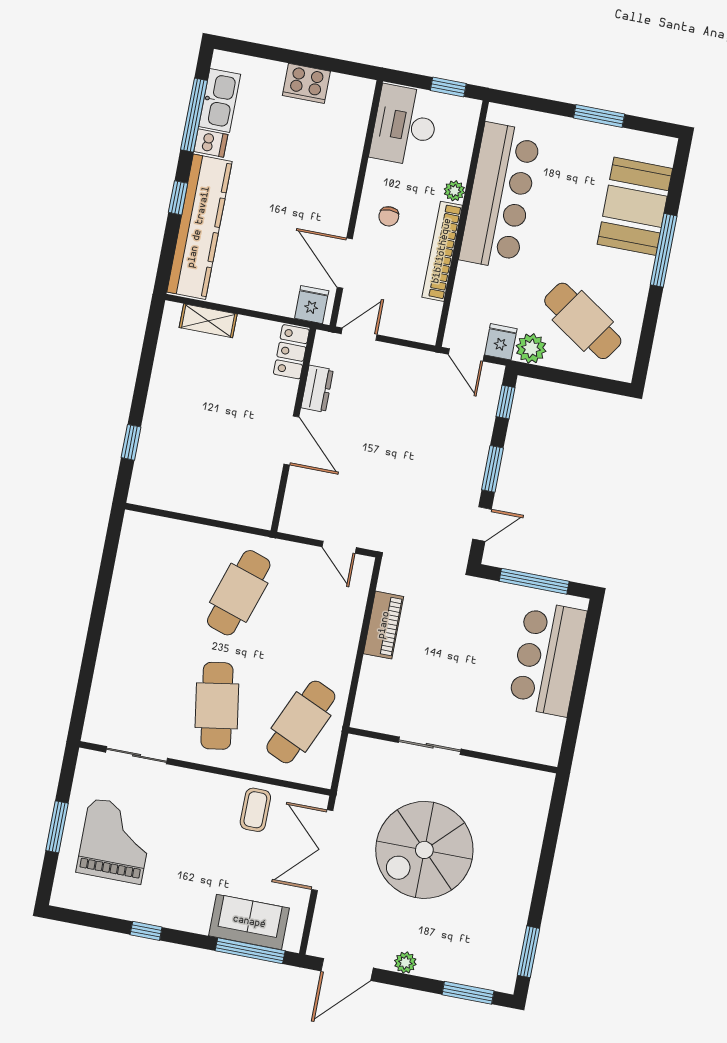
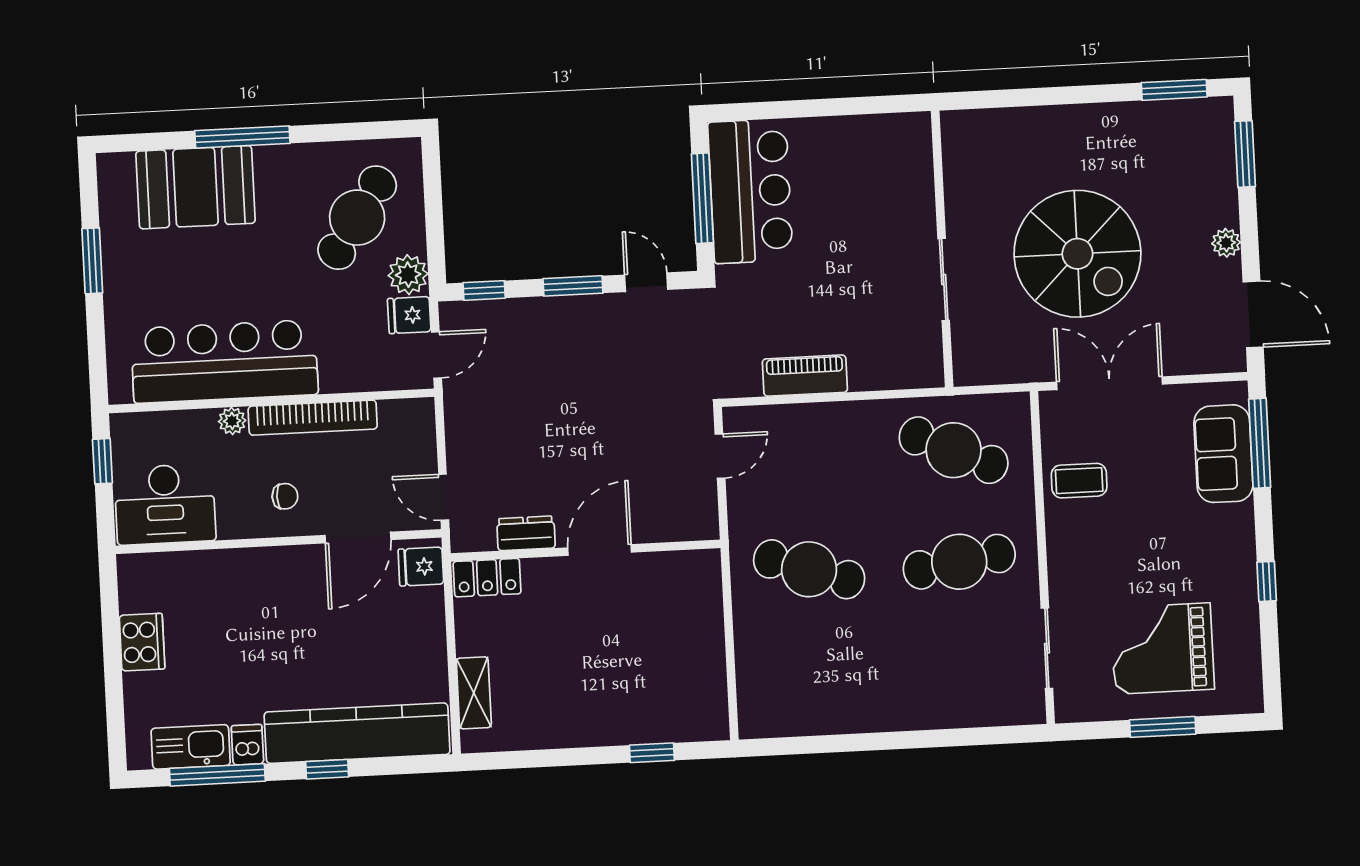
bar counter: (547, 658) -> (750, 191), moved, turned -90
double door: (322, 850) -> (1109, 383), swing flipped

